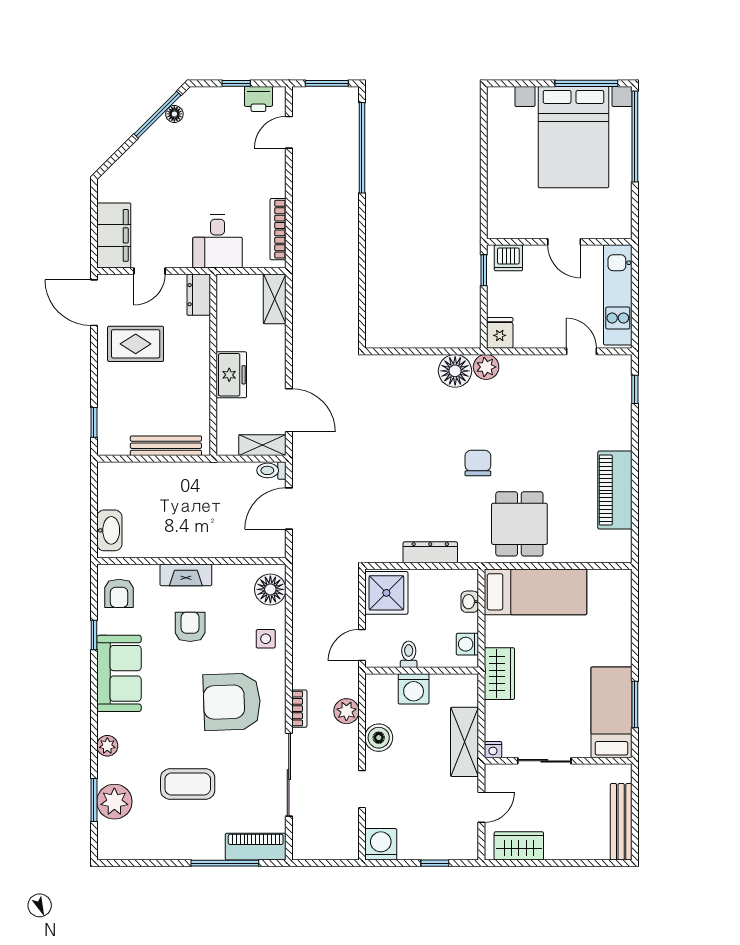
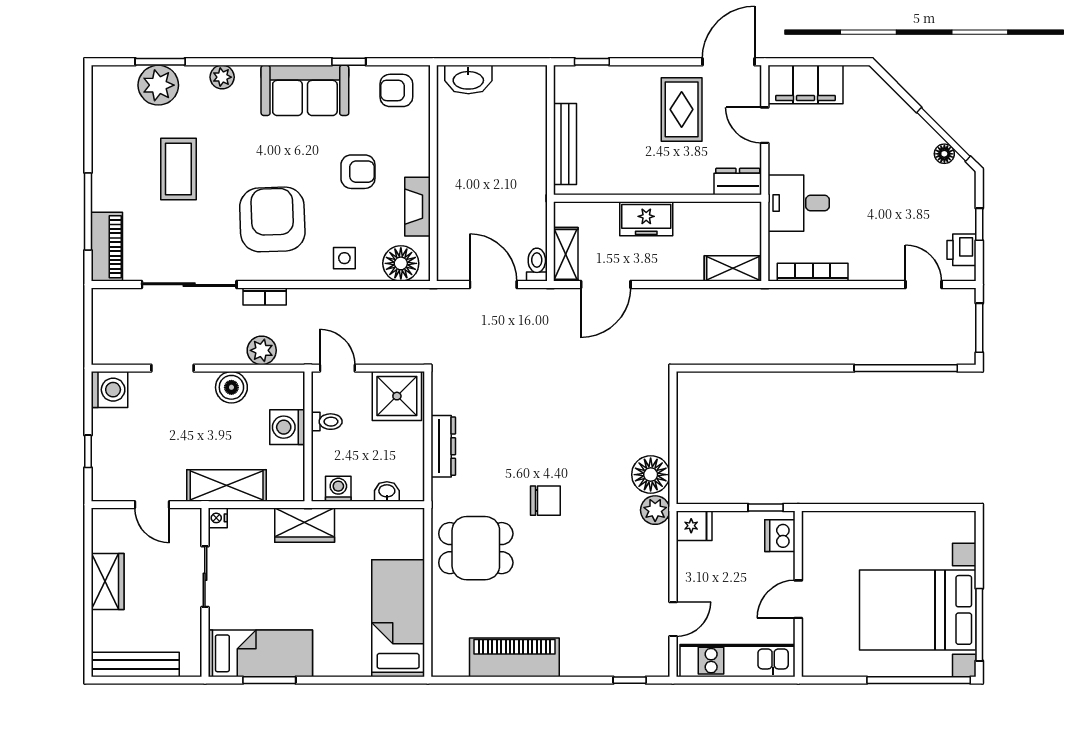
fireplace: (186, 575) -> (417, 207), moved
bed: (536, 592) -> (398, 618), moved, turned 180
wardrobe: (519, 846) -> (108, 581), moved

